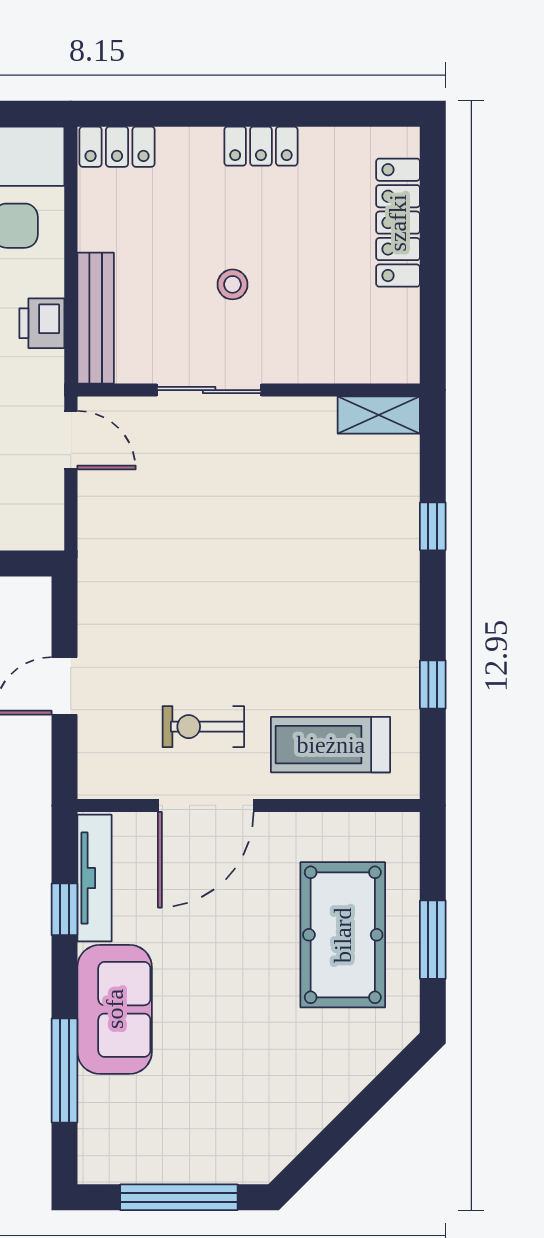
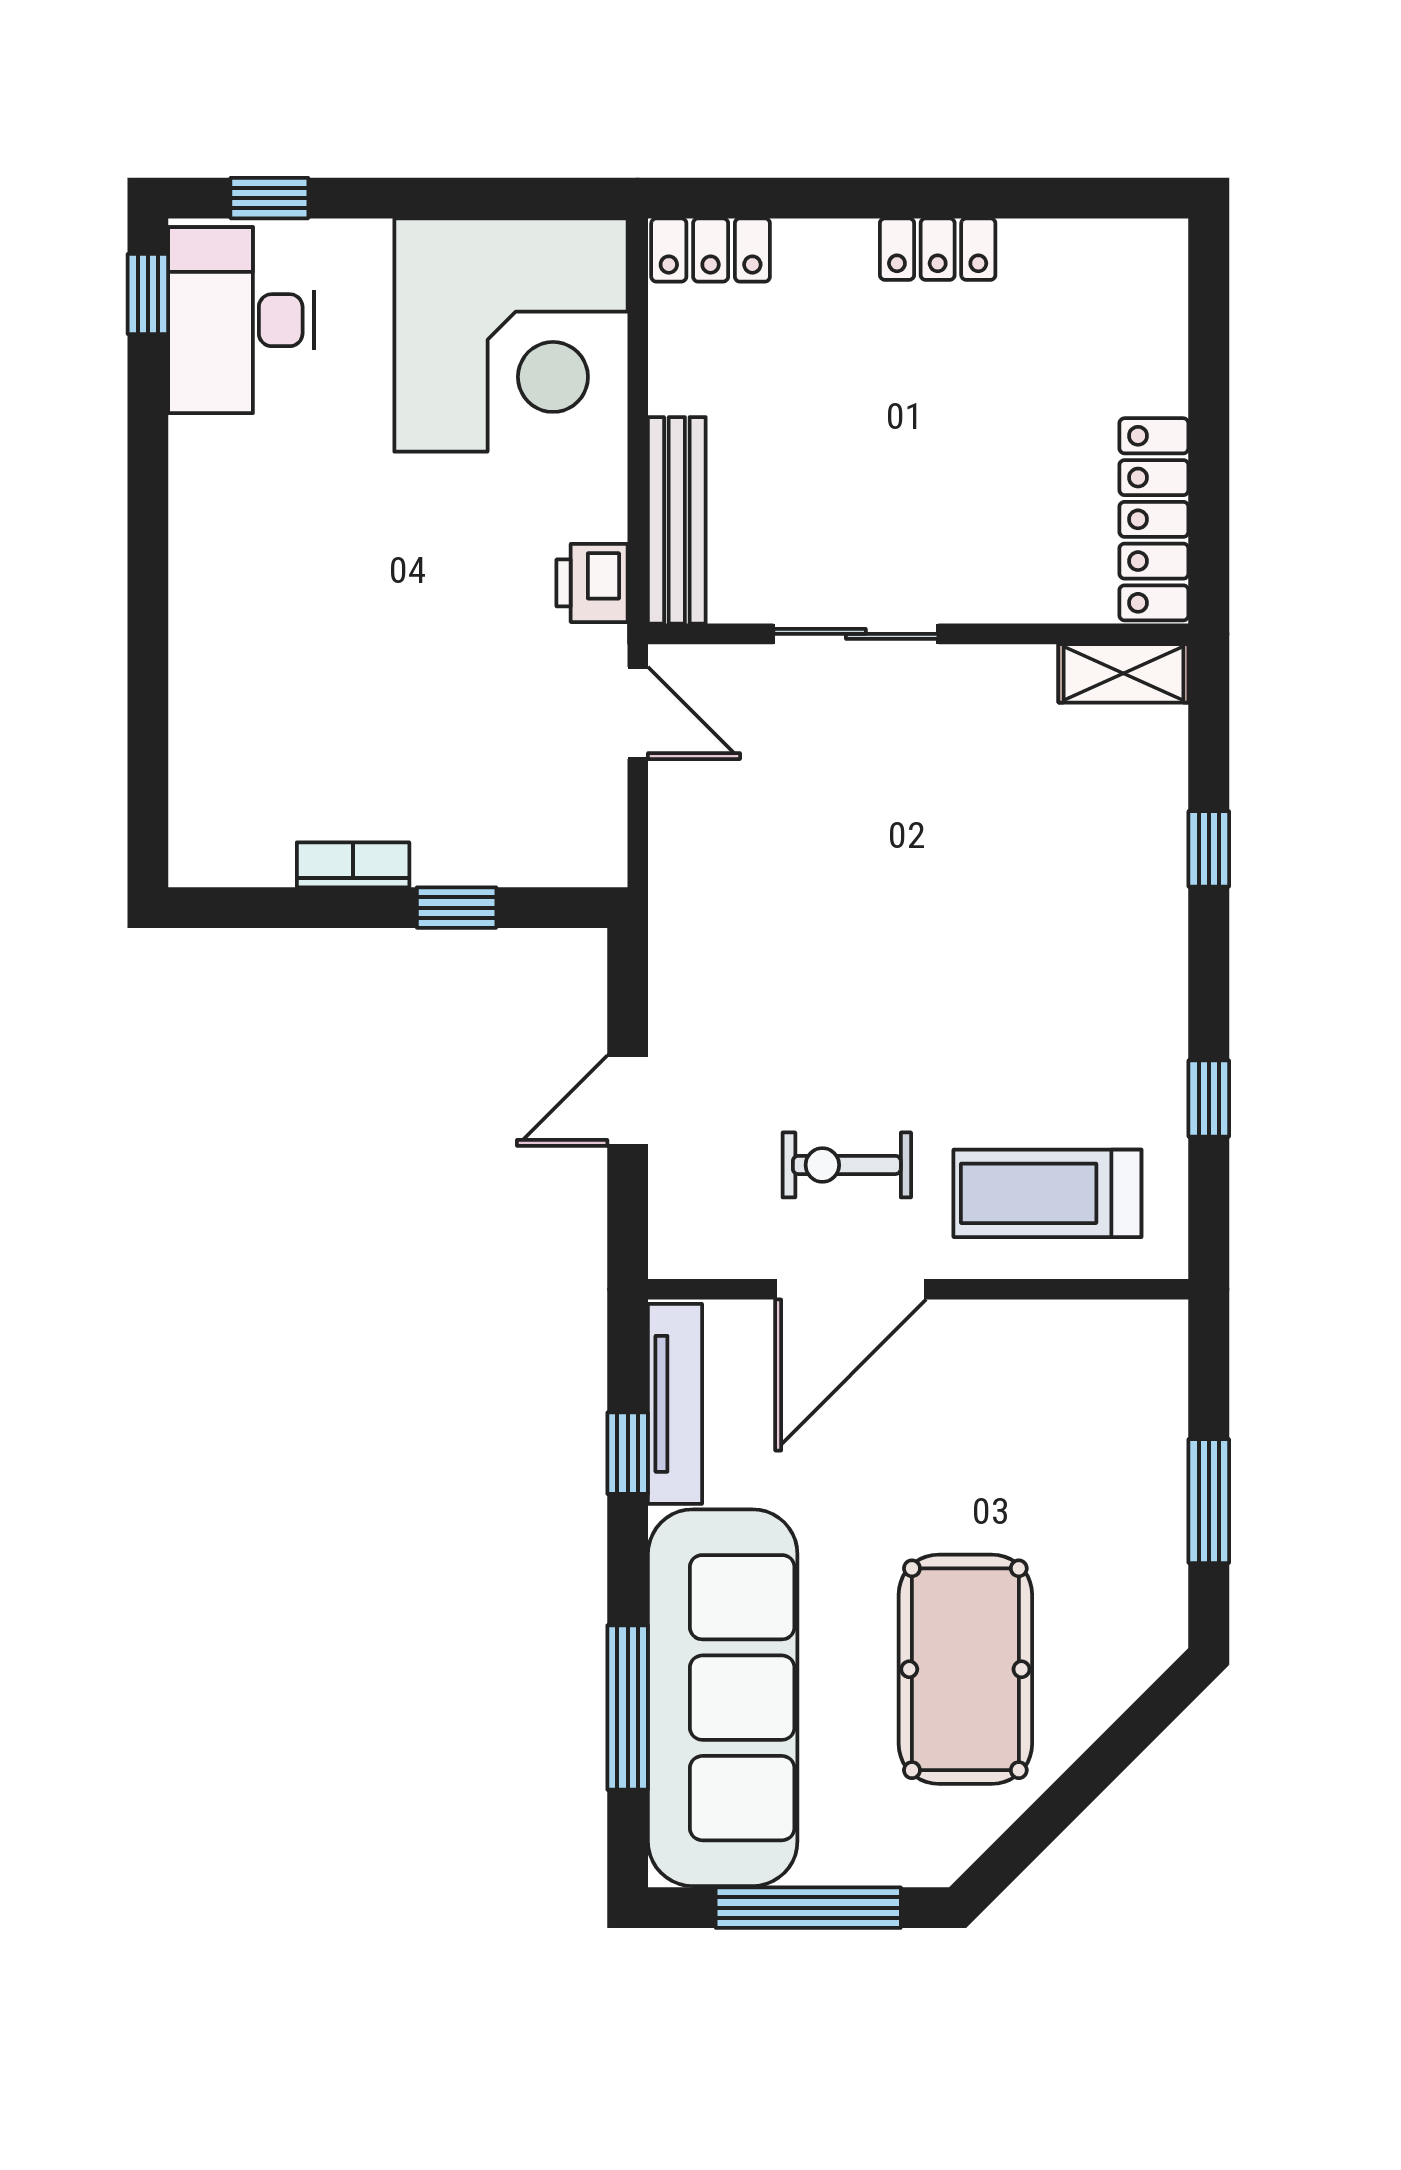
locker: (398, 223) -> (1154, 519), moved
stool: (233, 284) -> (893, 467), removed
printer: (42, 323) -> (592, 583), moved
pool table: (343, 935) -> (965, 1669), moved
sofa: (115, 1009) -> (723, 1698), width x1.85, depth x1.27

